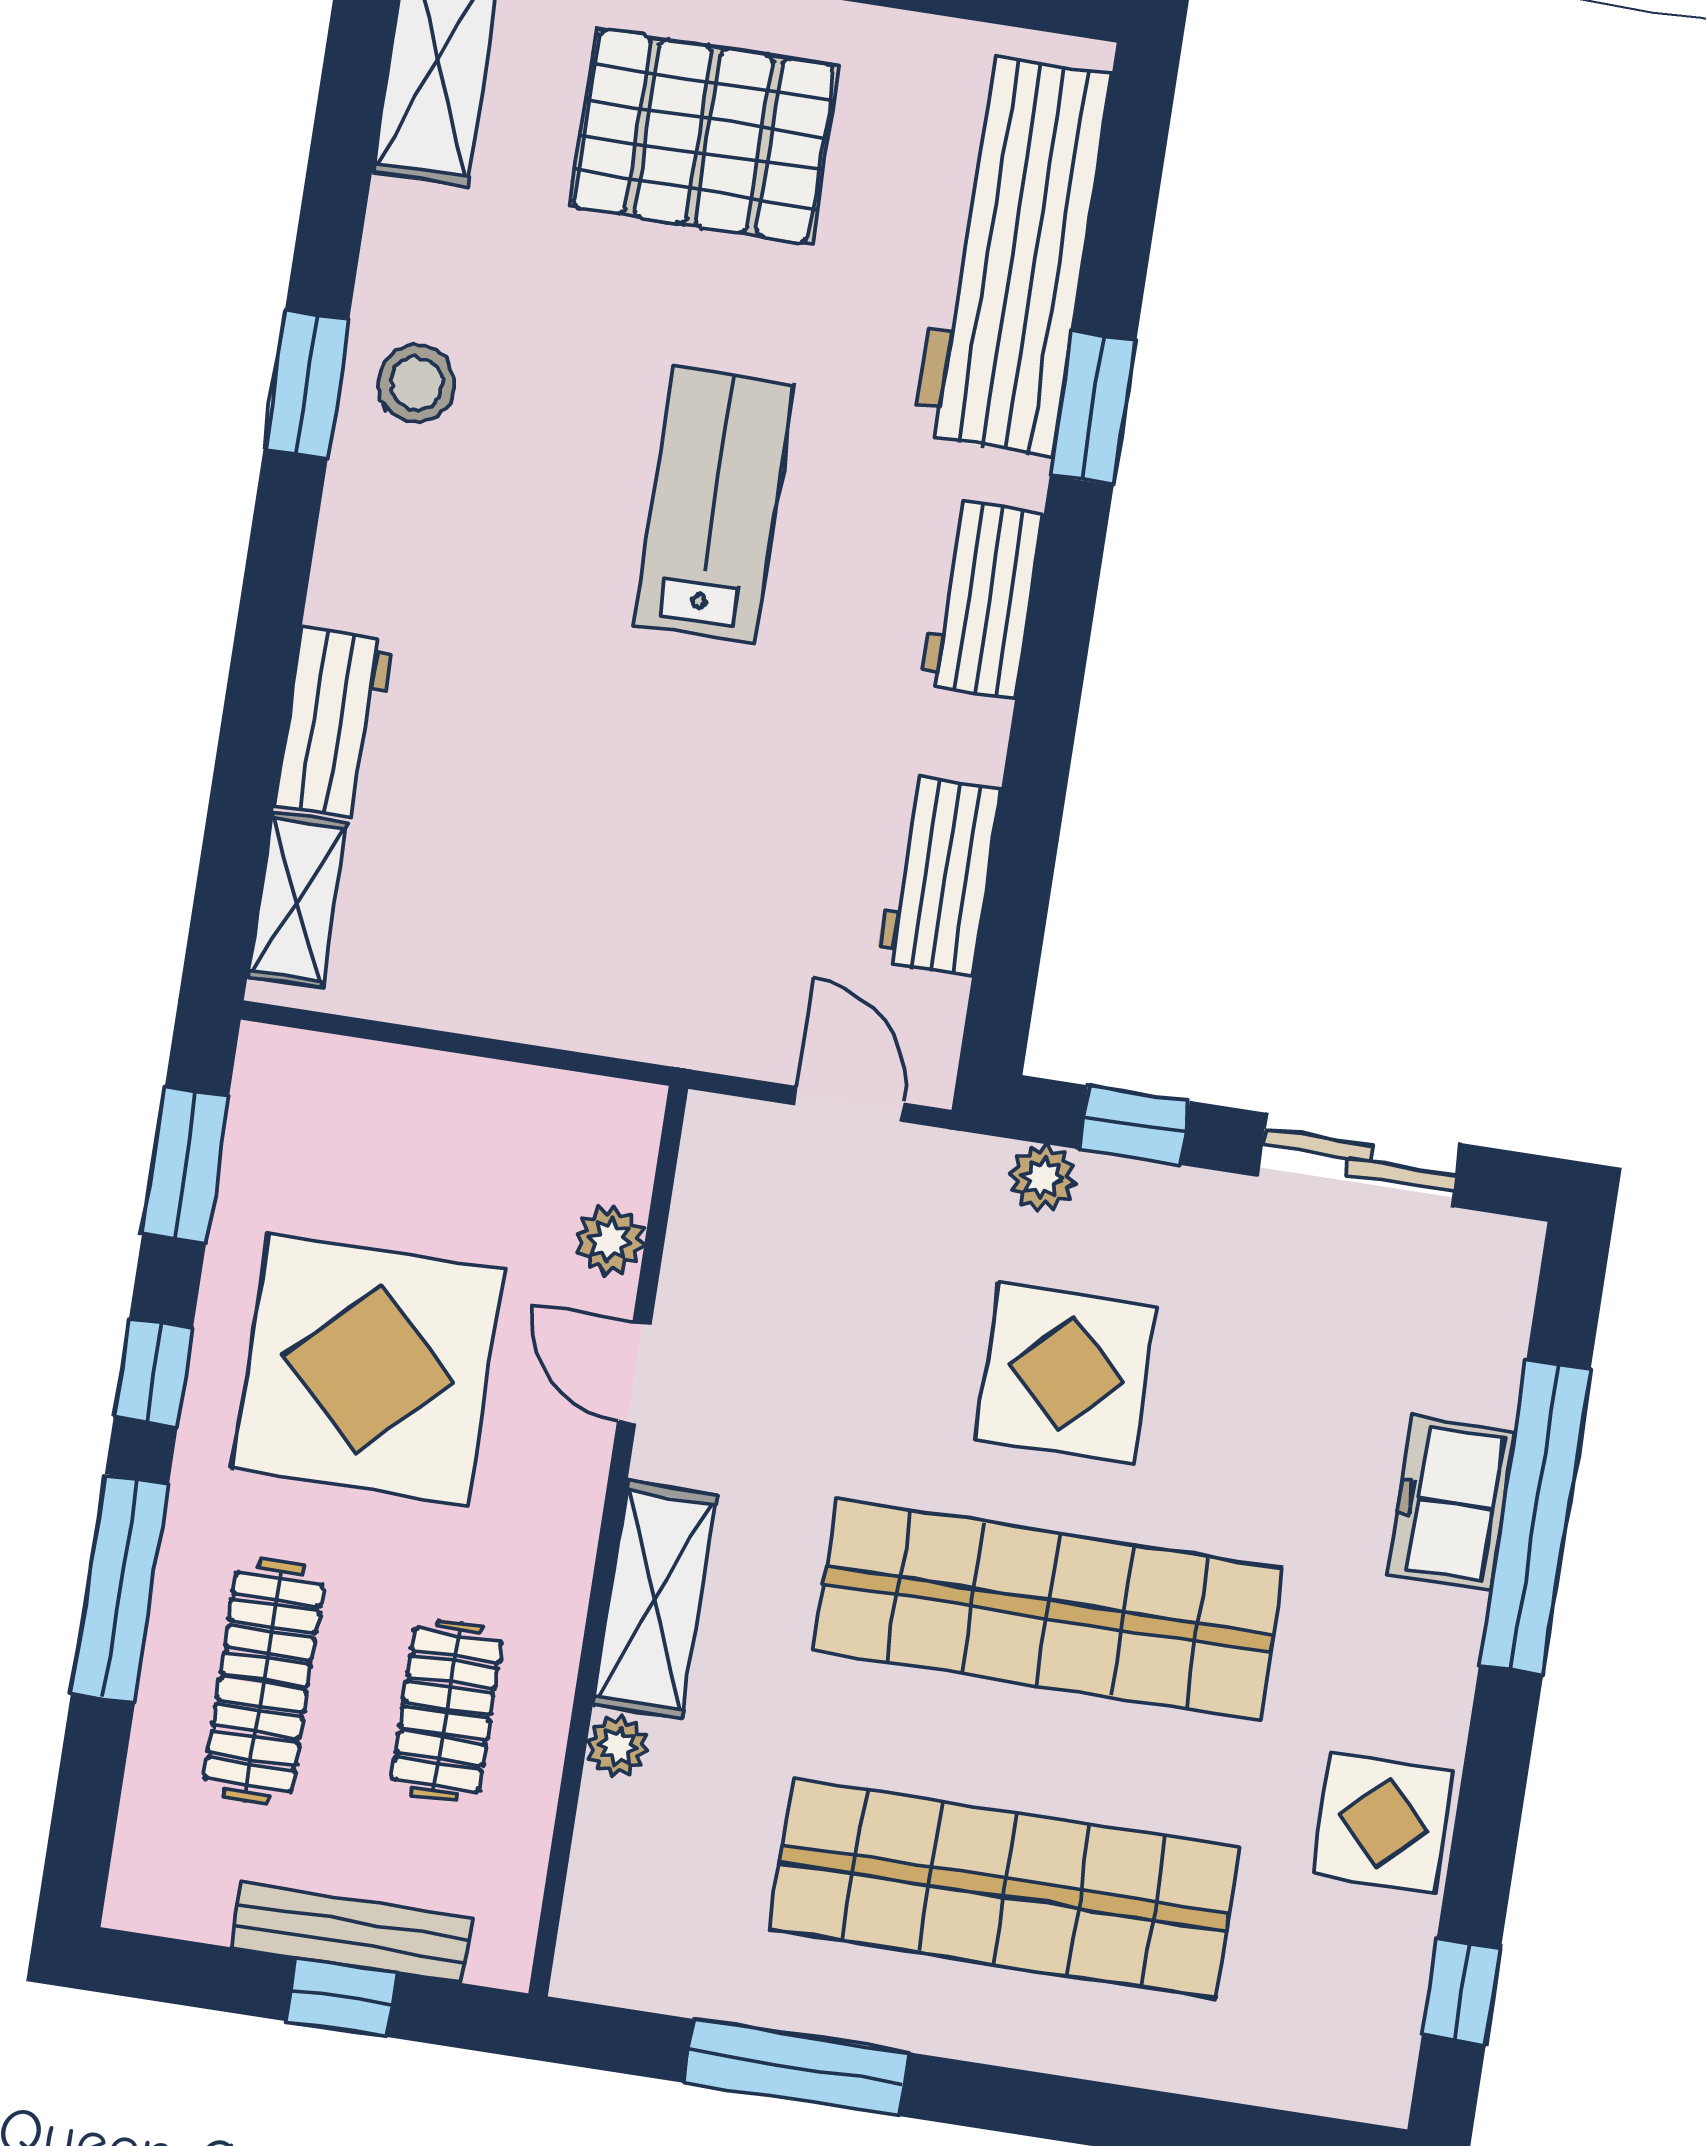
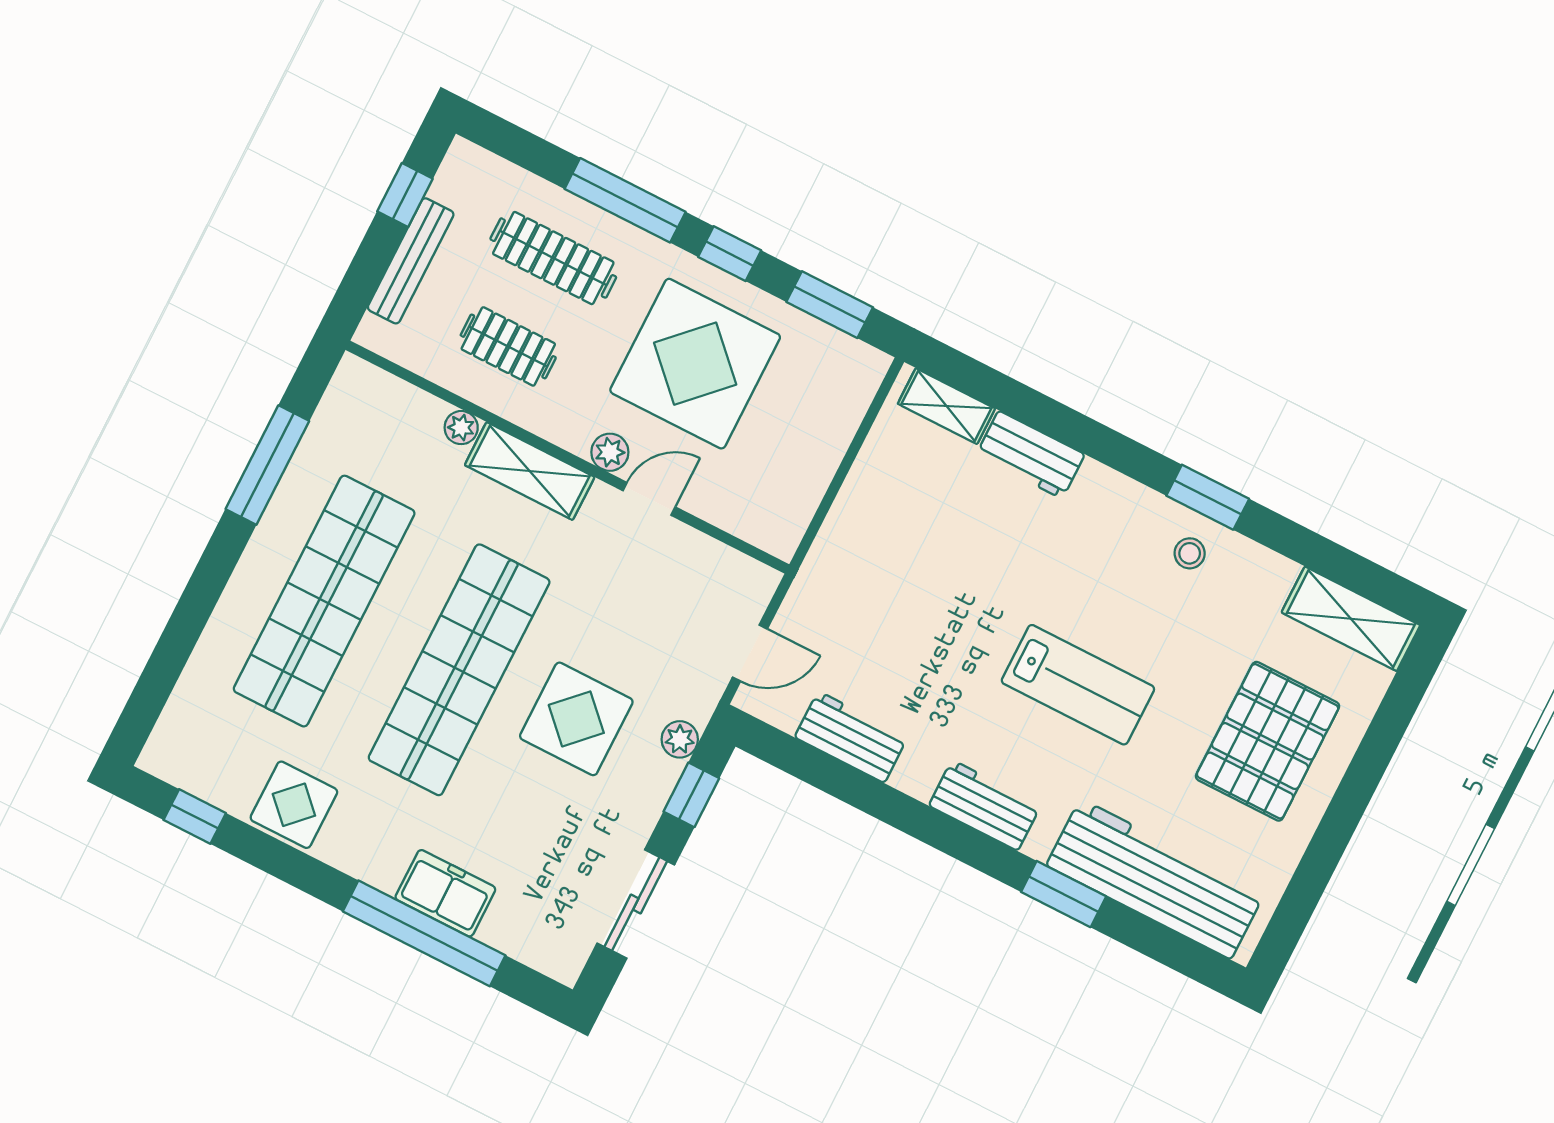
stool: (416, 383) -> (1190, 553), width x0.73, depth x0.73
plant: (610, 1240) -> (610, 452), moved
window: (341, 1997) -> (405, 195), moved

